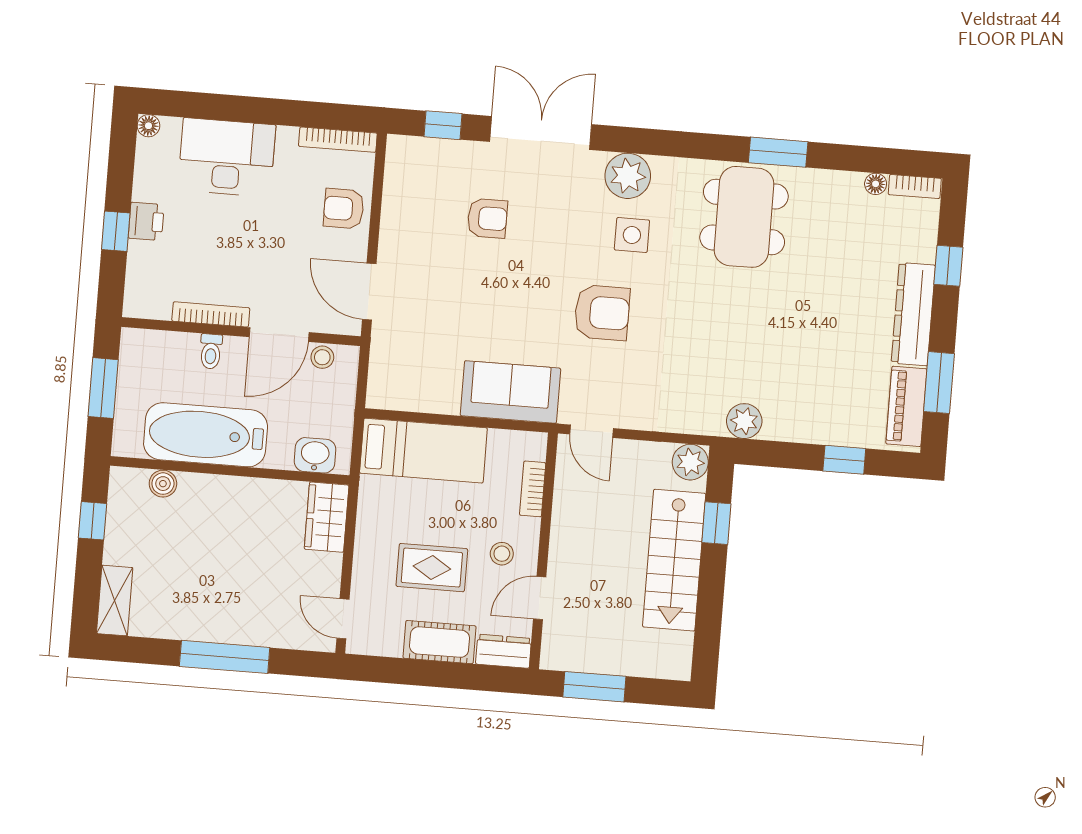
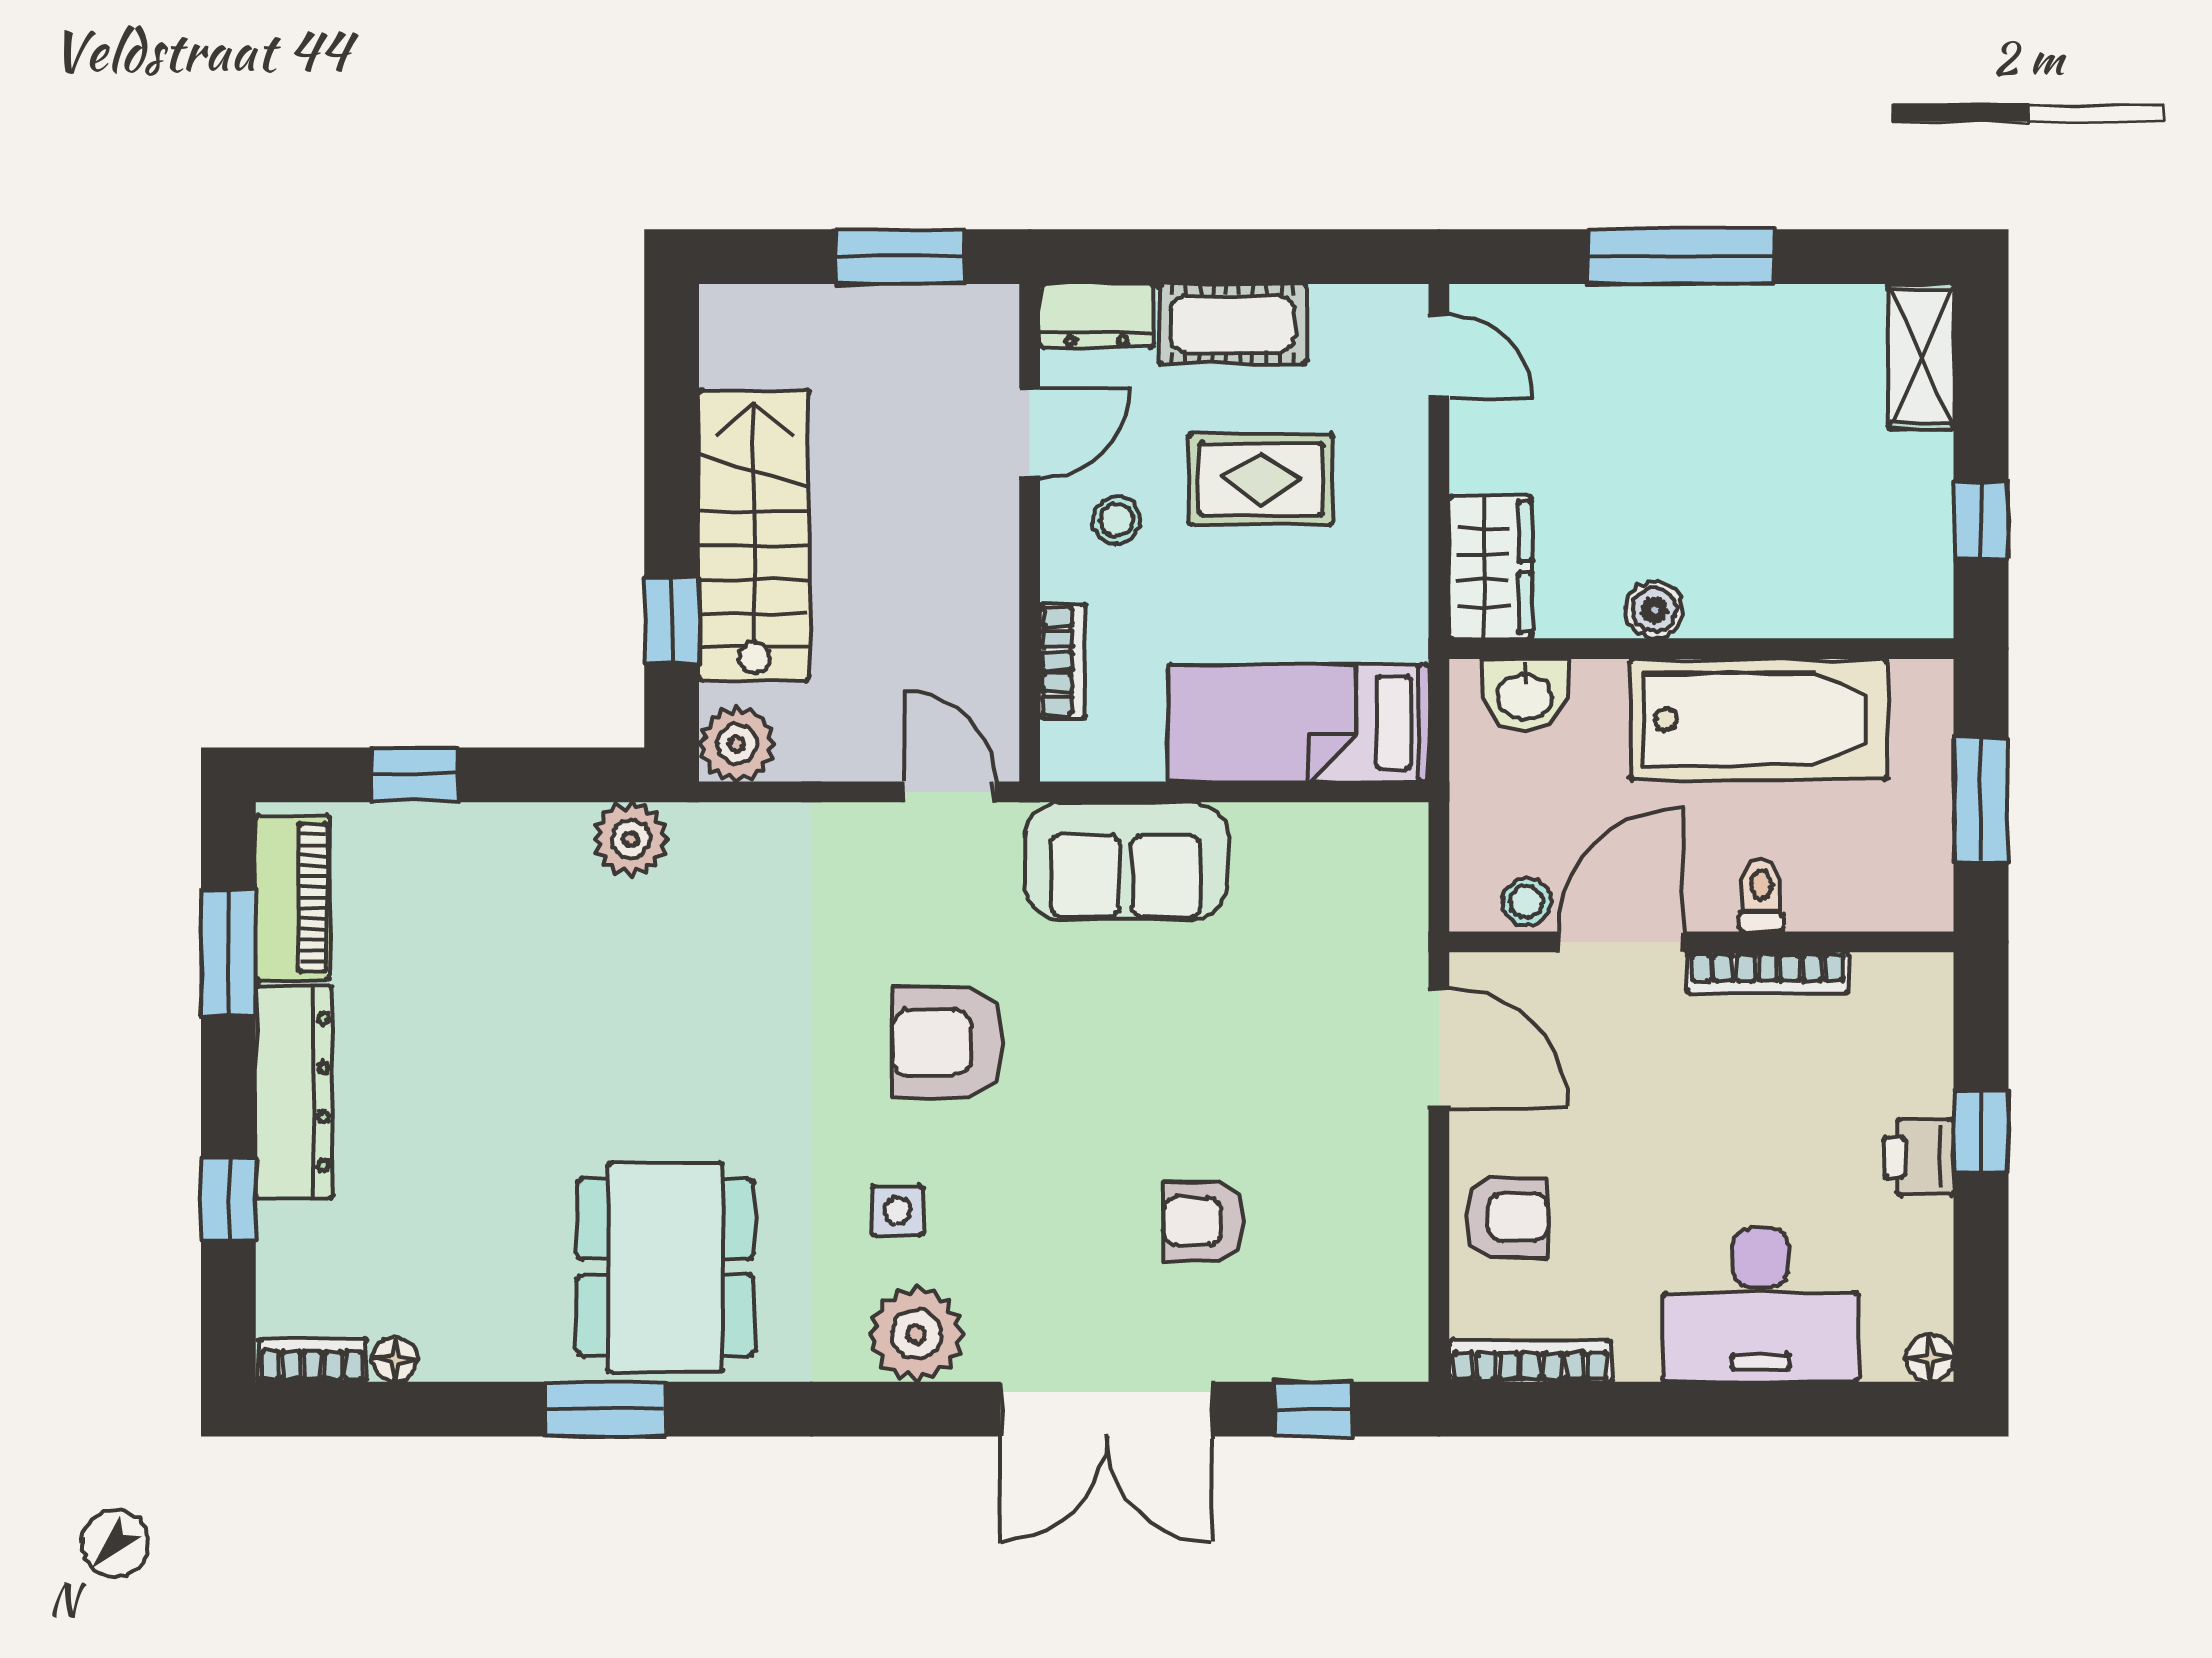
side table: (632, 235) -> (897, 1211), width x0.73, depth x0.73
boiler: (163, 484) -> (1654, 610), moved

